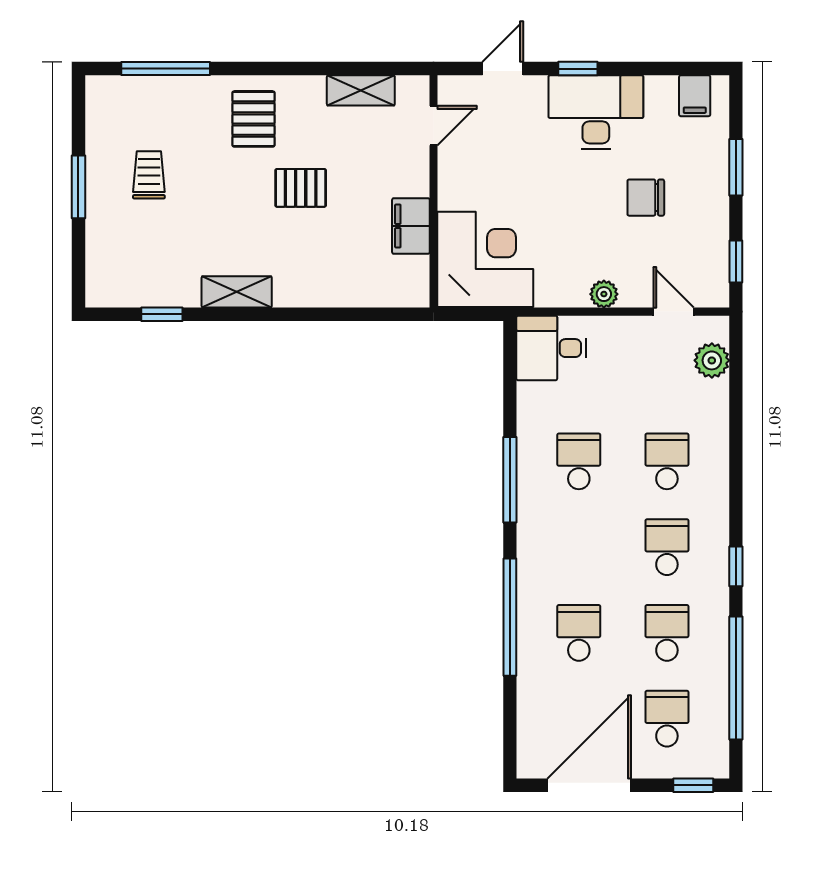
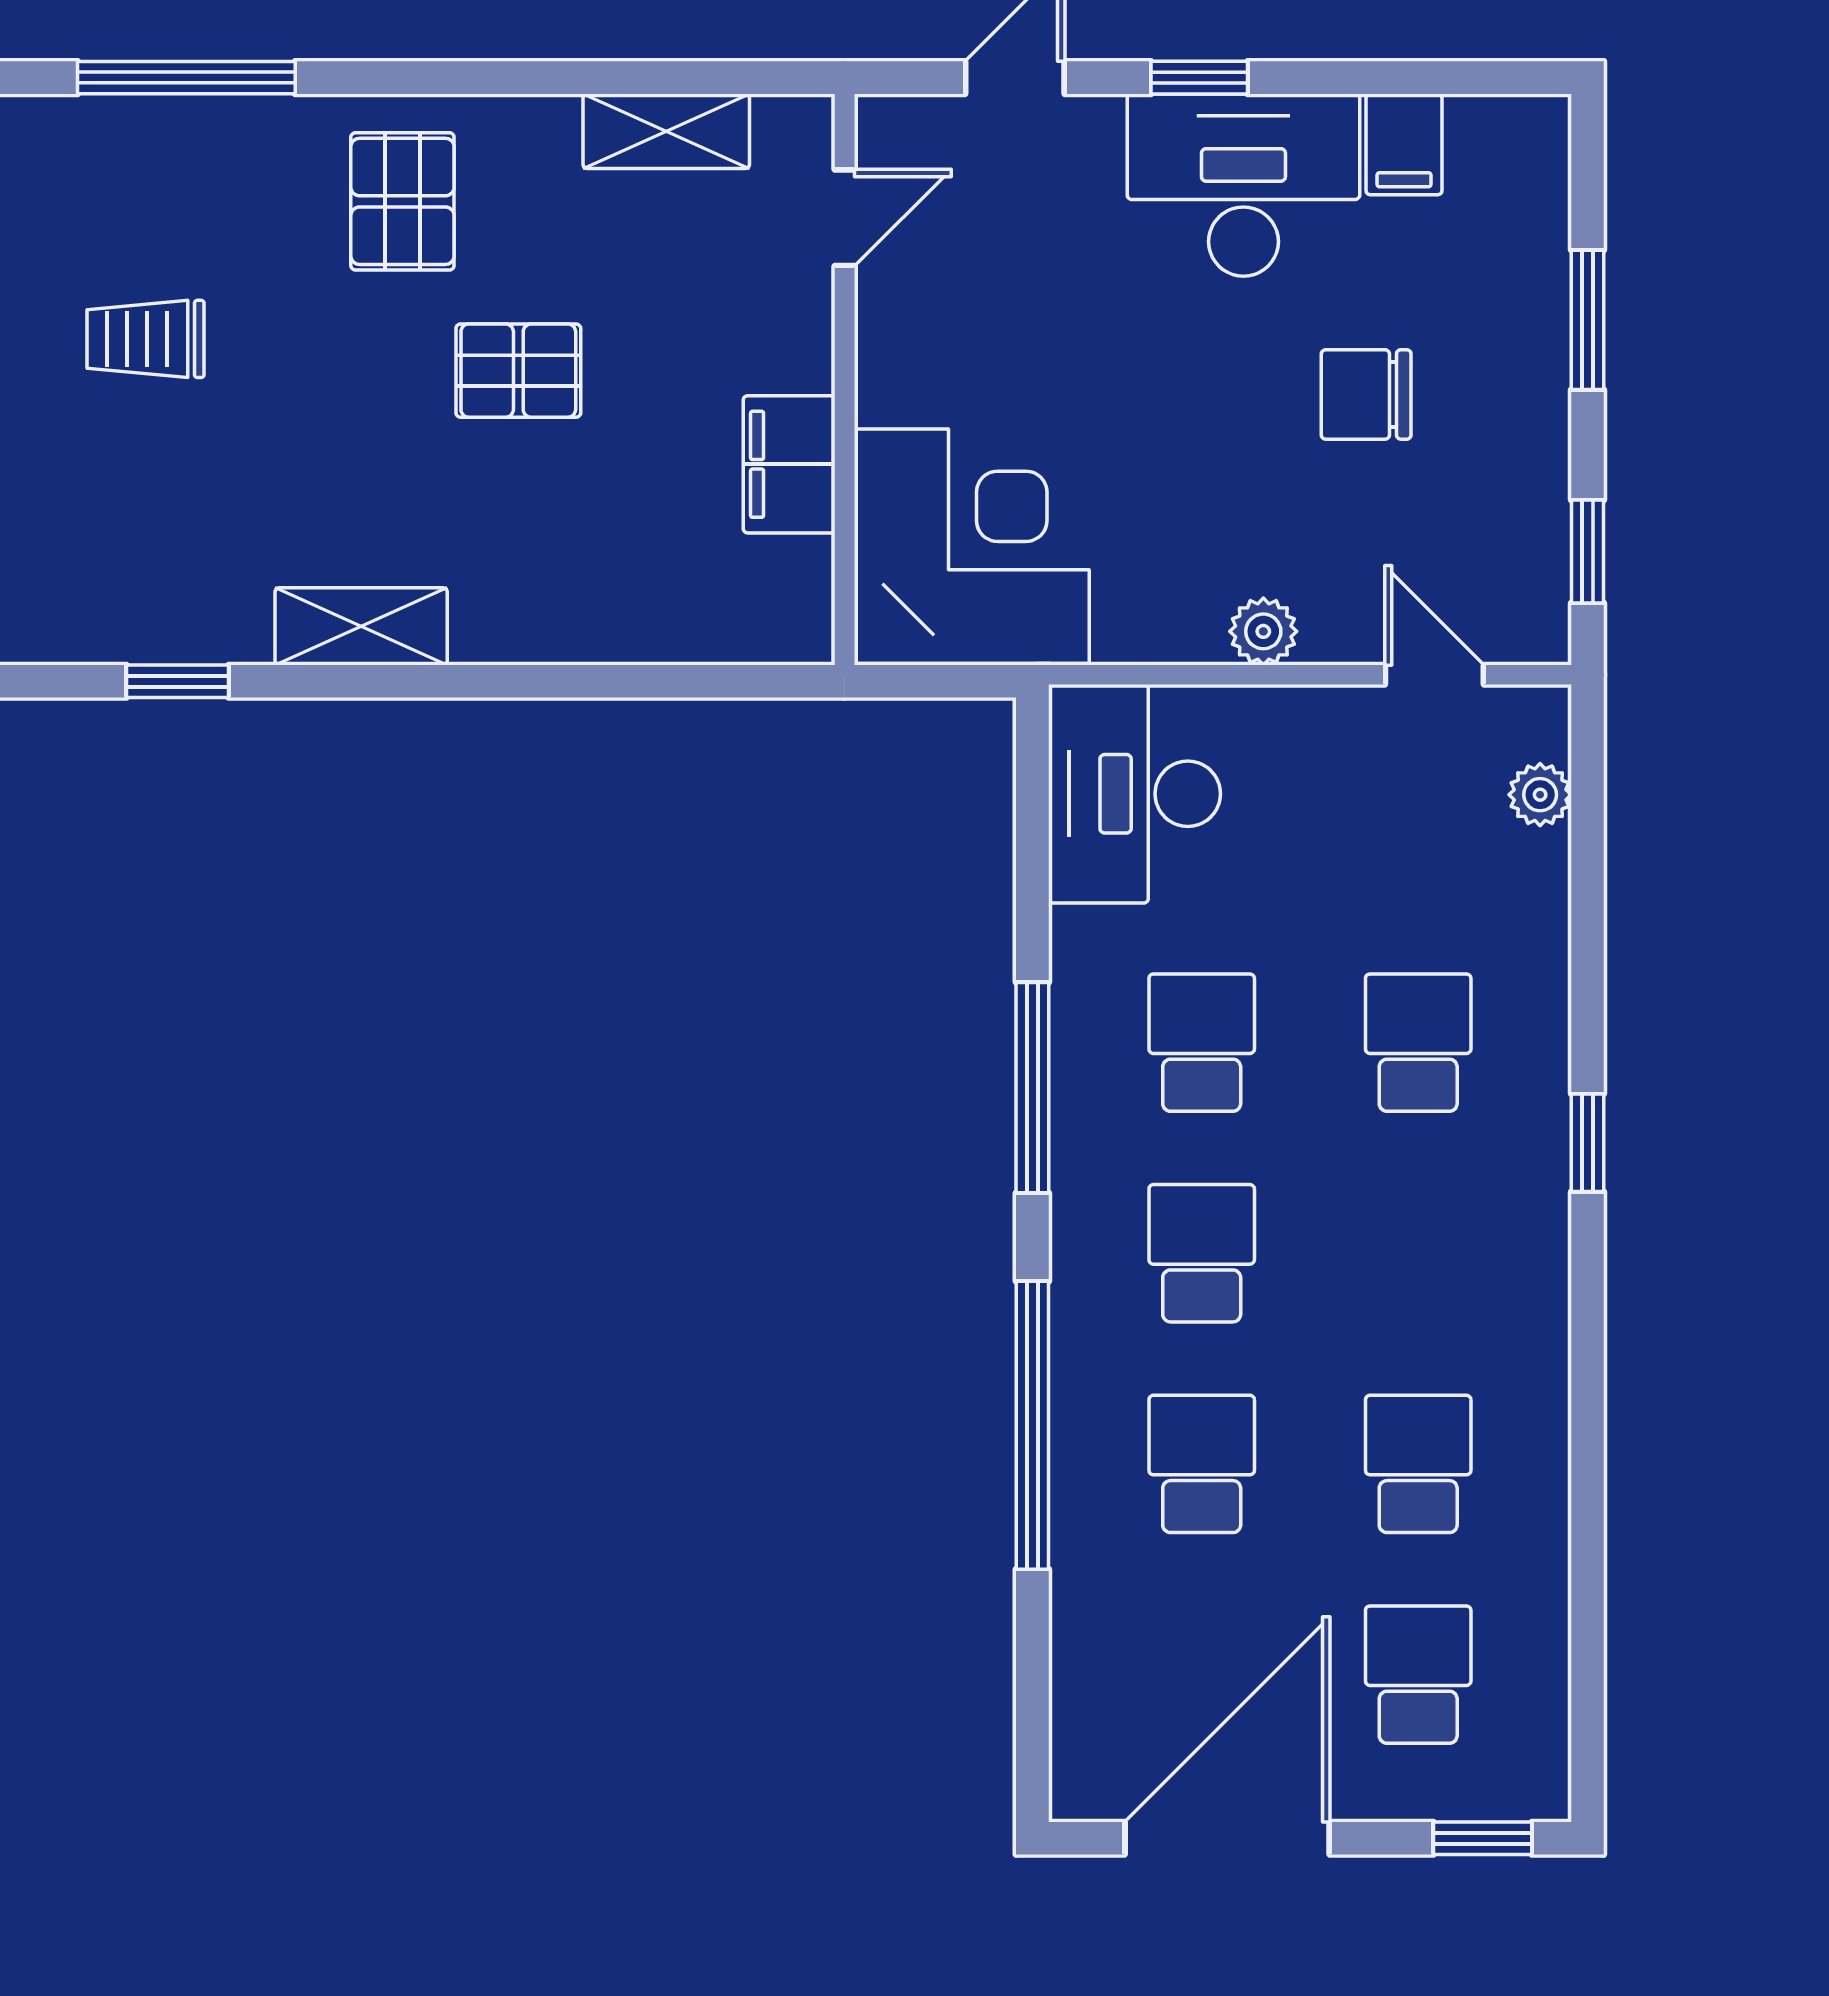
filing cabinet: (695, 96) -> (1404, 144), moved
trolley: (149, 175) -> (146, 339), turned -90
desk: (551, 348) -> (1134, 794), width x1.37
plant: (712, 360) -> (1540, 795), width x0.73, depth x0.73
school desk: (667, 547) -> (1202, 1253), moved
window: (736, 566) -> (1587, 1143), moved
window: (736, 678) -> (1587, 1575), removed

